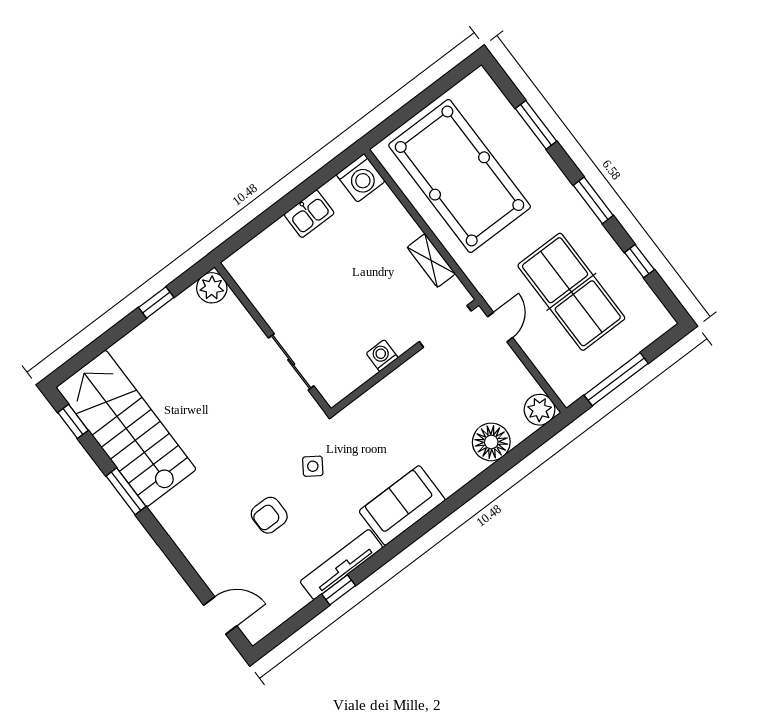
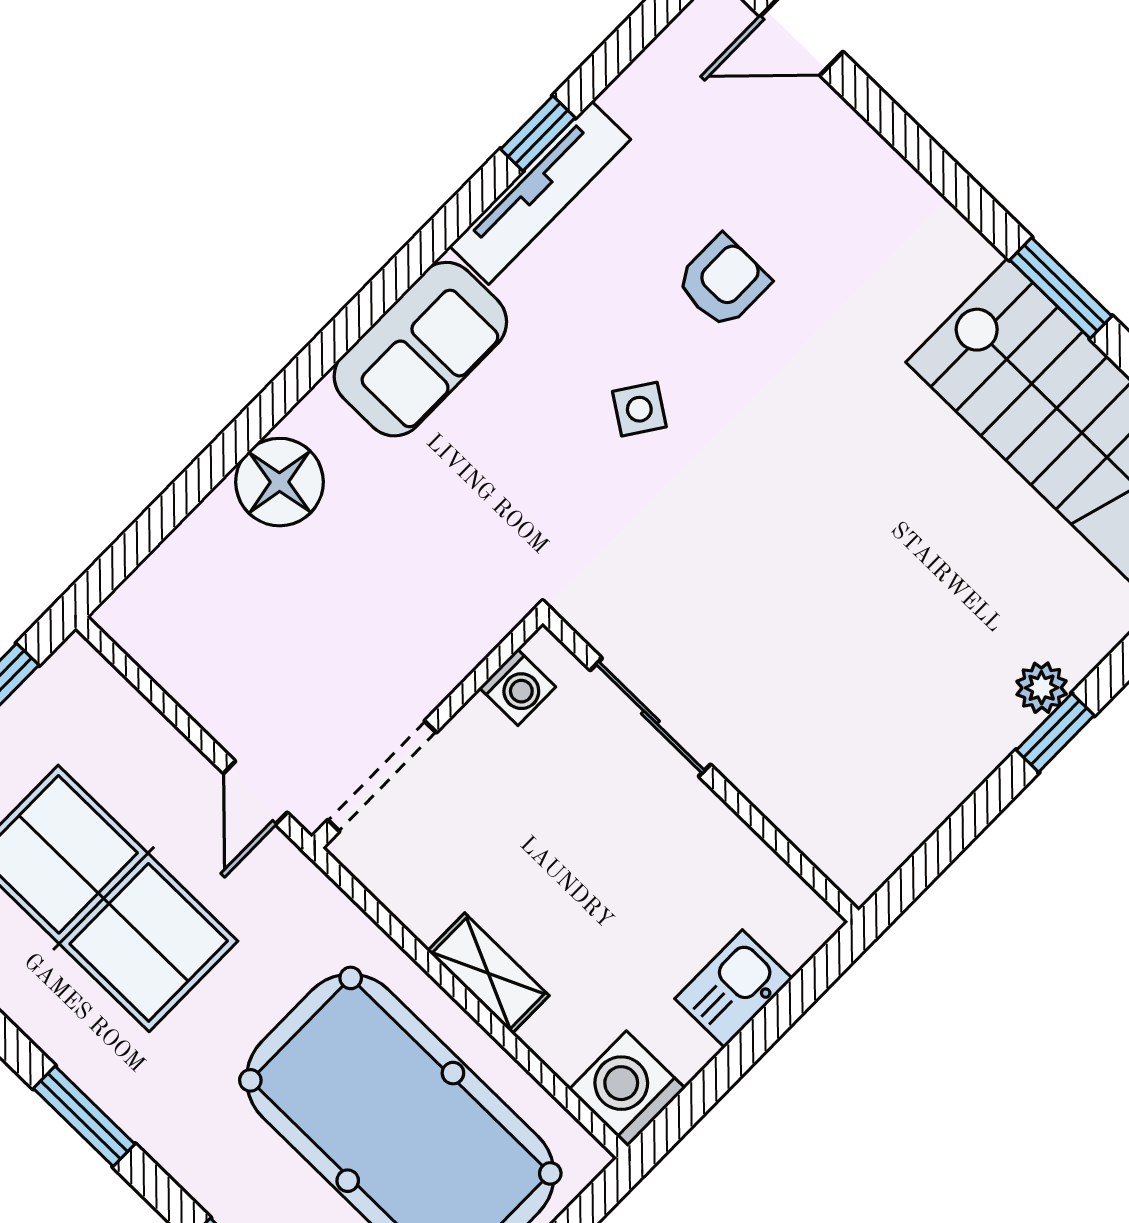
shelving: (431, 261) -> (488, 973), moved
plant: (212, 288) -> (1042, 688), moved, width x0.73, depth x0.73
wall: (273, 338) -> (701, 767), moved
sliding door: (291, 362) -> (650, 717), moved
plant: (540, 410) -> (137, 616), removed
floor lamp: (491, 442) -> (279, 482), moved

